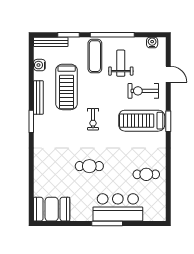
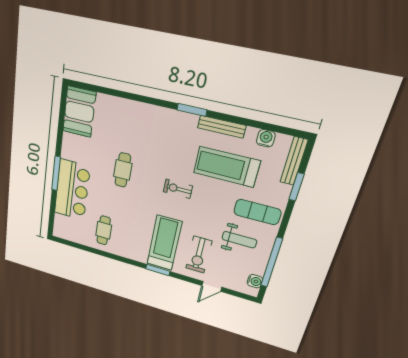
window: (112, 35) -> (272, 262), moved
exercise bike: (143, 91) -> (199, 255), turned 180

